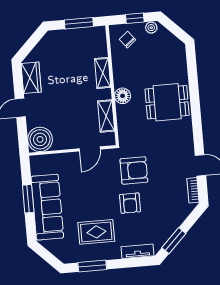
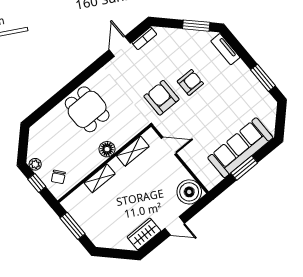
rug: (96, 232) -> (233, 94), removed

